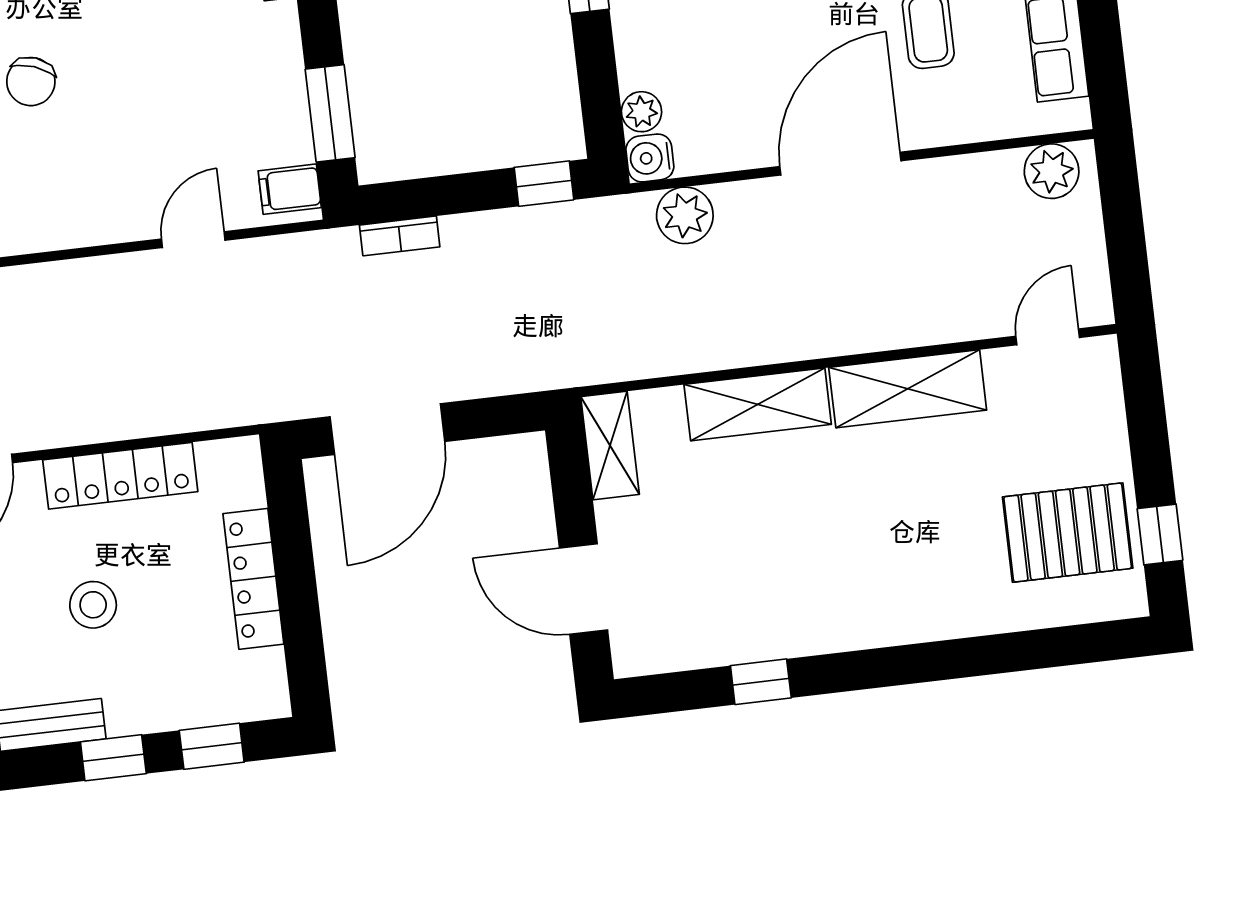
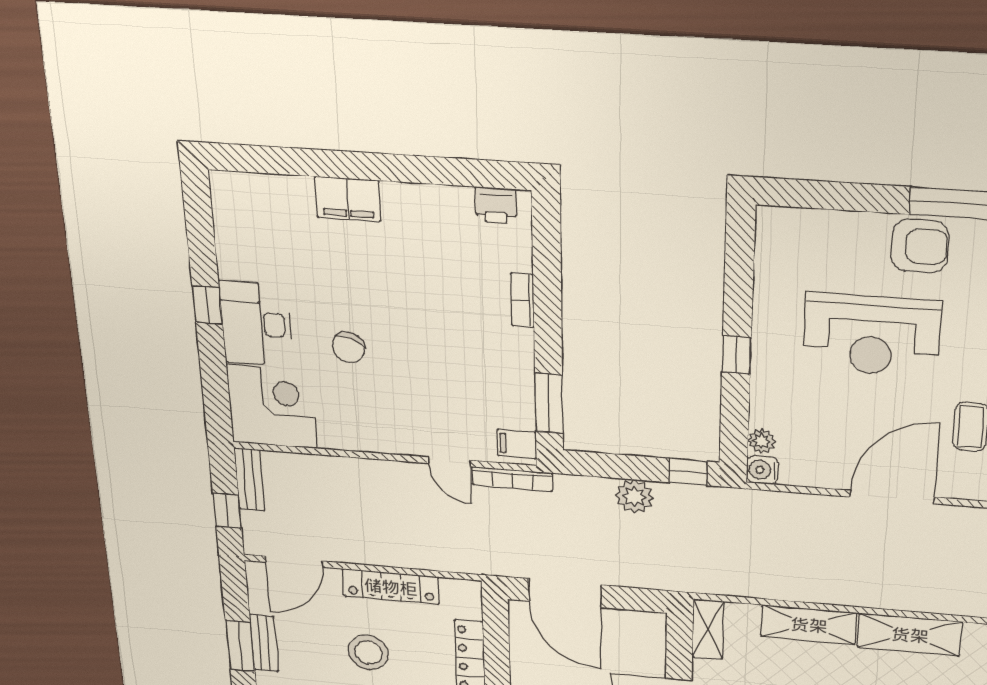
plant: (685, 215) -> (634, 496), moved
bookcase: (400, 236) -> (512, 479), moved, width x1.56
door: (193, 240) -> (450, 462), swing flipped
door: (387, 429) -> (565, 593), hinge flipped
stool: (93, 605) -> (368, 652), width x1.38, depth x1.38

